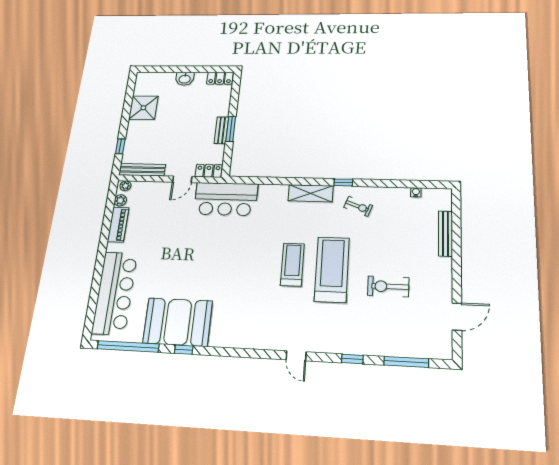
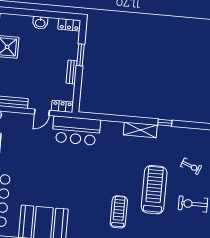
window: (231, 129) -> (80, 55), moved
exercise bike: (358, 206) -> (191, 166), moved
treadmill: (292, 264) -> (119, 212), moved

